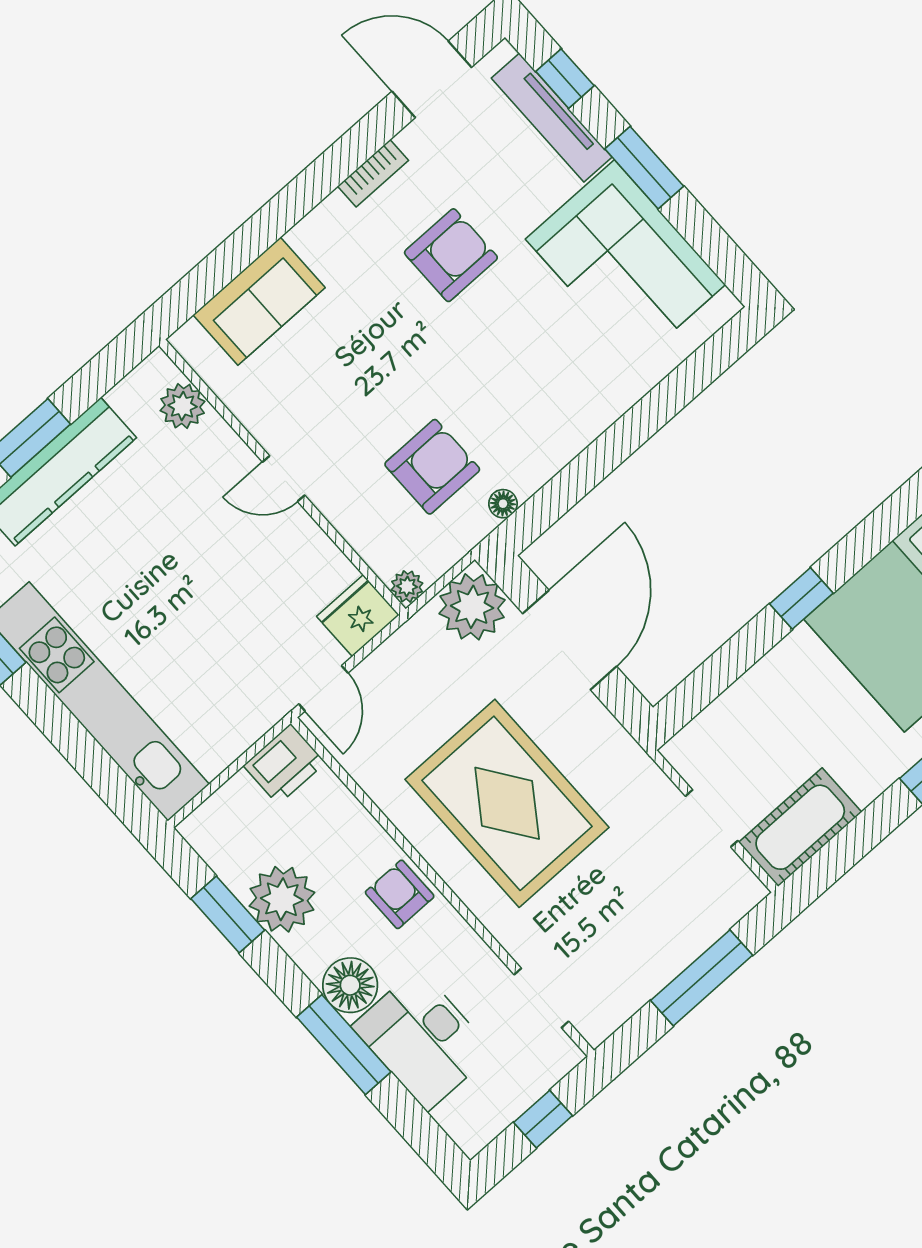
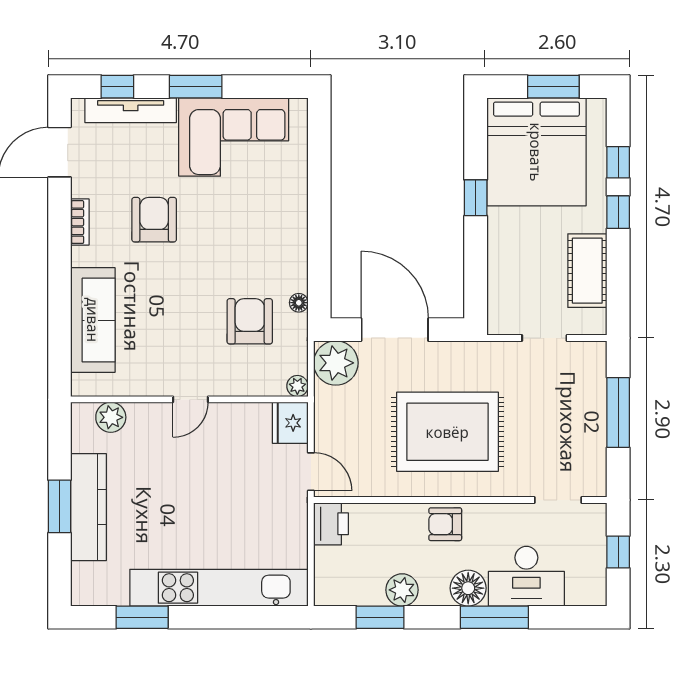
sofa: (259, 301) -> (93, 320), width x1.36
cot: (800, 827) -> (587, 271), moved
plant: (282, 899) -> (402, 590), width x0.73, depth x0.73

